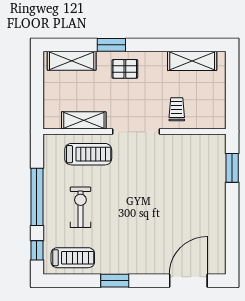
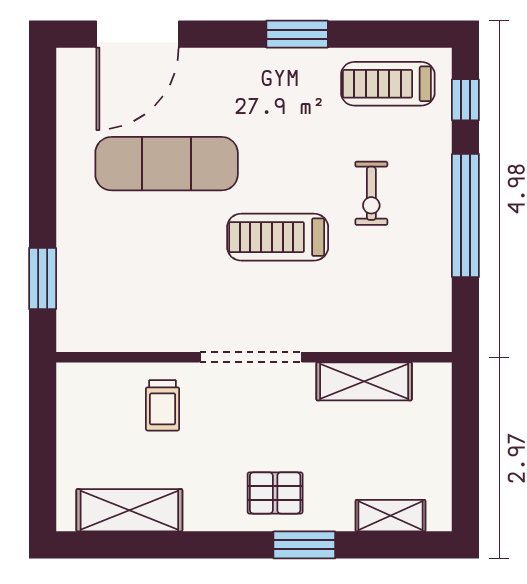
shelving: (72, 61) -> (390, 516), width x0.67, depth x0.75
treadmill: (88, 154) -> (278, 237), moved
exercise bike: (80, 207) -> (371, 193), width x0.73, depth x0.72
exercise mat: (175, 221) -> (167, 164), added

